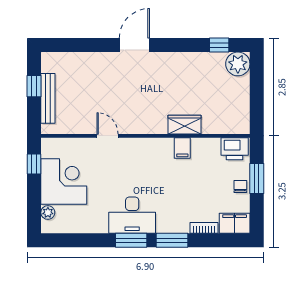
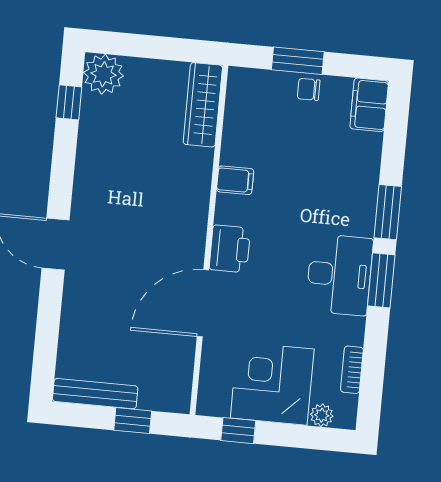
window: (34, 86) -> (133, 421), moved
bench: (48, 98) -> (95, 394), moved
wardrobe: (184, 125) -> (203, 105), moved, width x1.50
door: (108, 136) -> (203, 303), width x1.87
printer: (235, 149) -> (230, 249), moved
bookcase: (204, 228) -> (352, 370), moved

